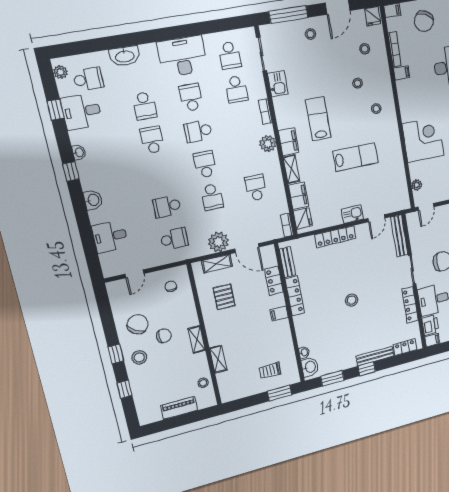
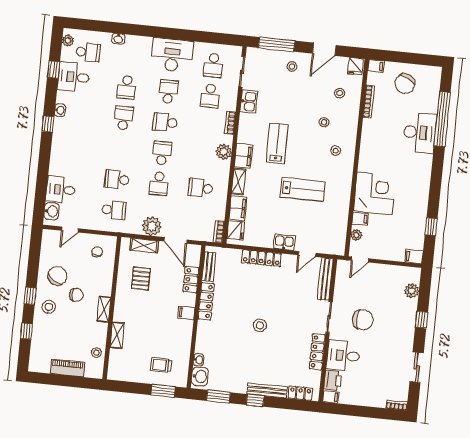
washbasin: (125, 56) -> (118, 39), width x0.52, depth x0.69
filing cabinet: (402, 73) -> (360, 219), moved
school desk: (256, 188) -> (201, 188), turned -90
washbasin: (93, 200) -> (51, 211), moved

